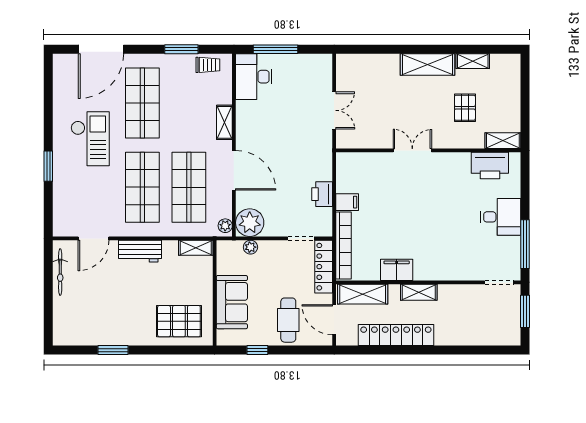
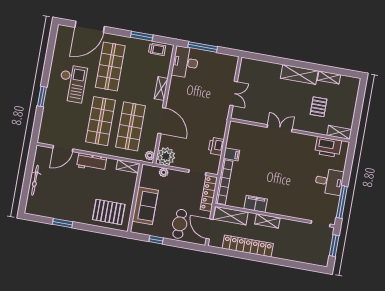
bicycle: (60, 272) -> (35, 180), moved

